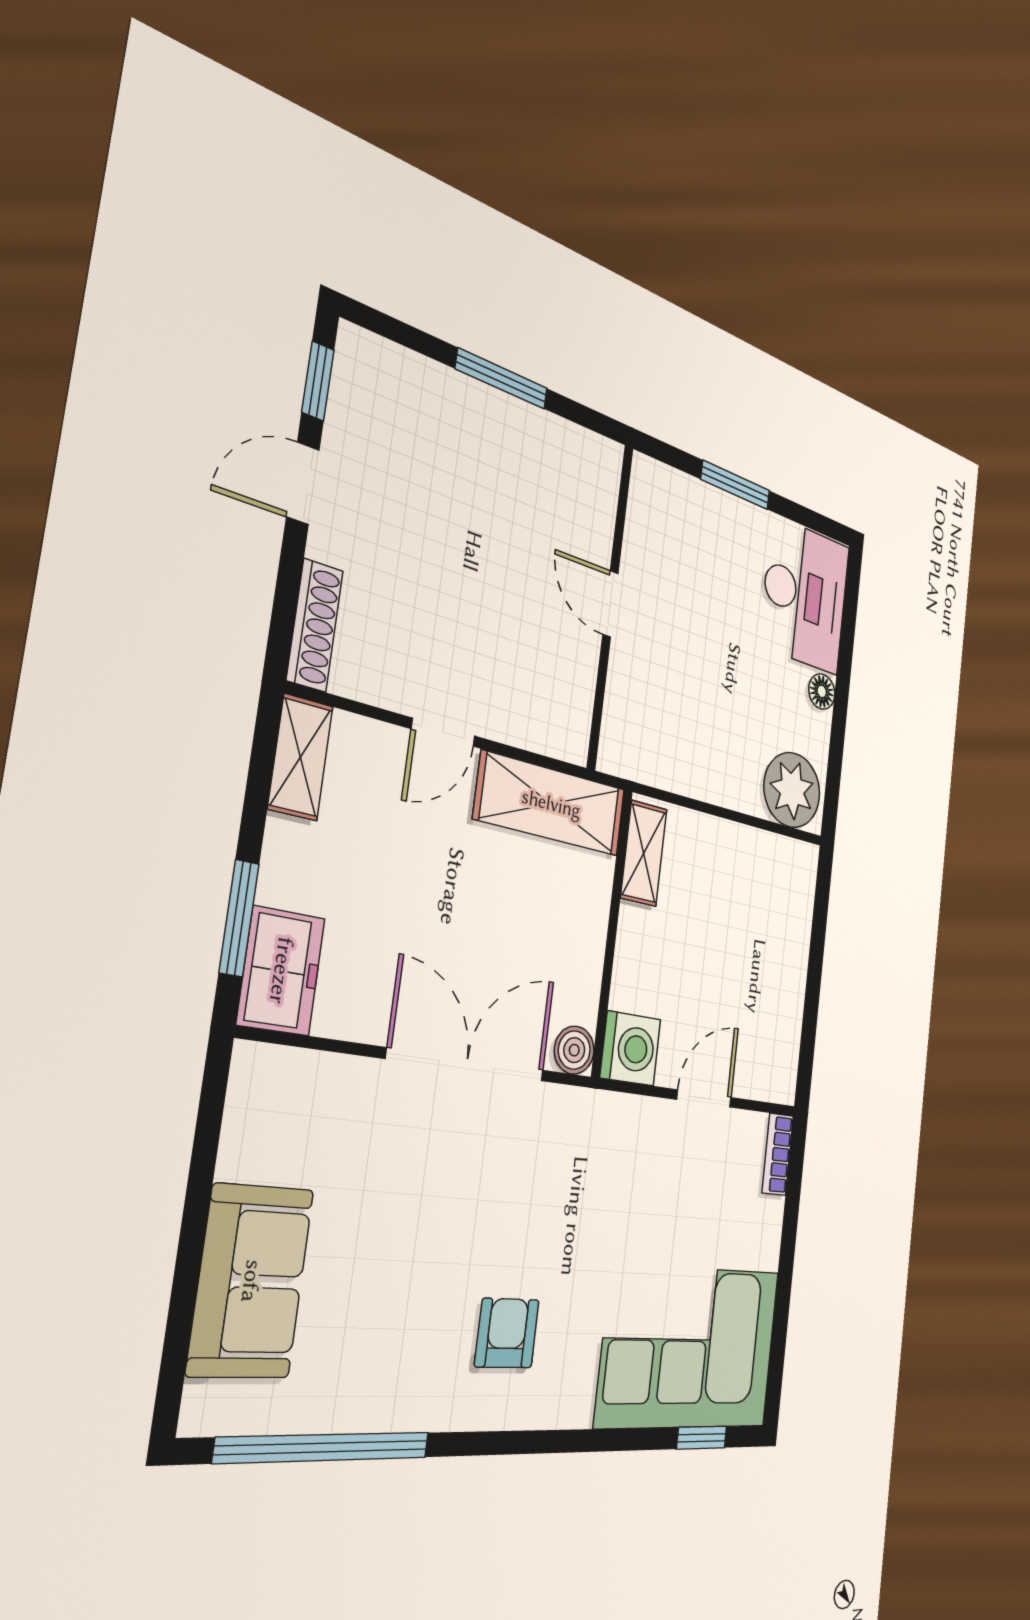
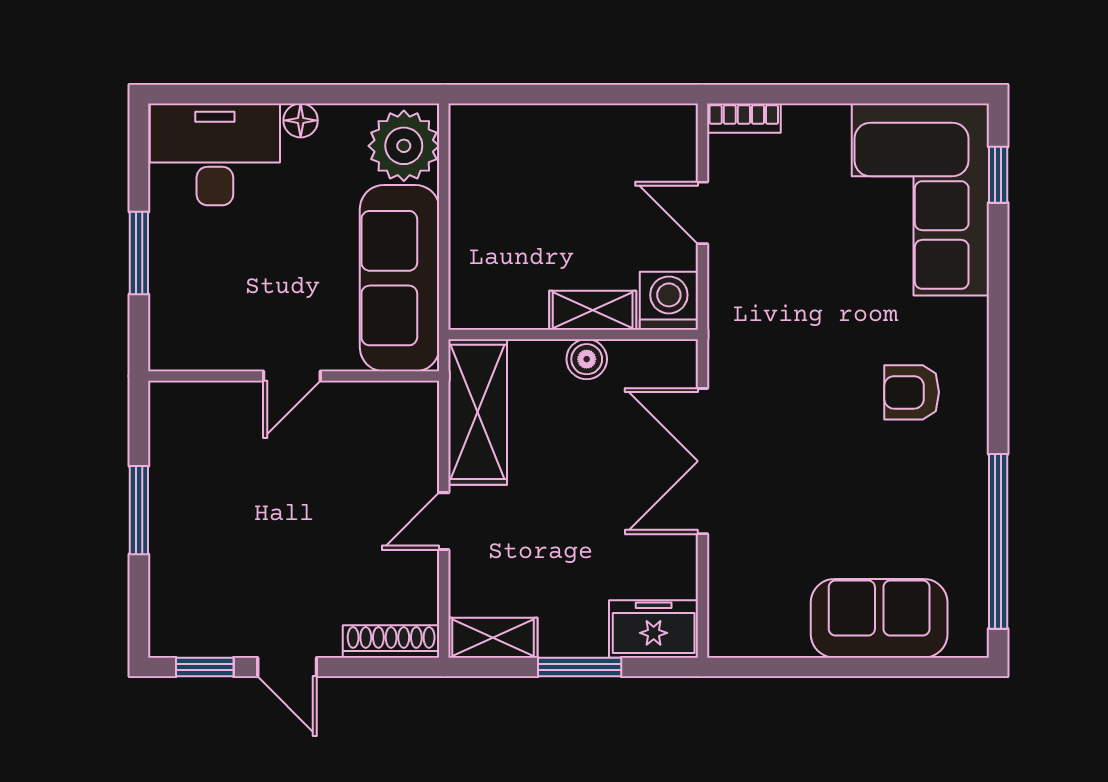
door: (443, 732) -> (444, 521), swing flipped
sofa: (684, 752) -> (400, 278), added
shelving: (644, 853) -> (593, 310), moved
window: (239, 918) -> (580, 667), moved
boiler: (574, 1050) -> (587, 359), moved

